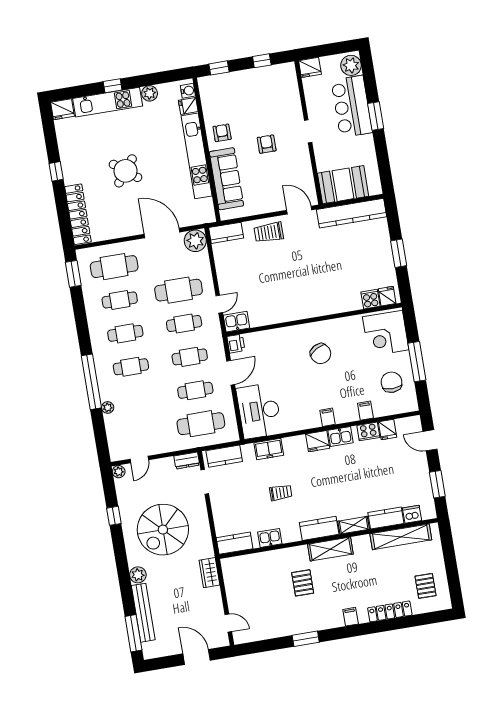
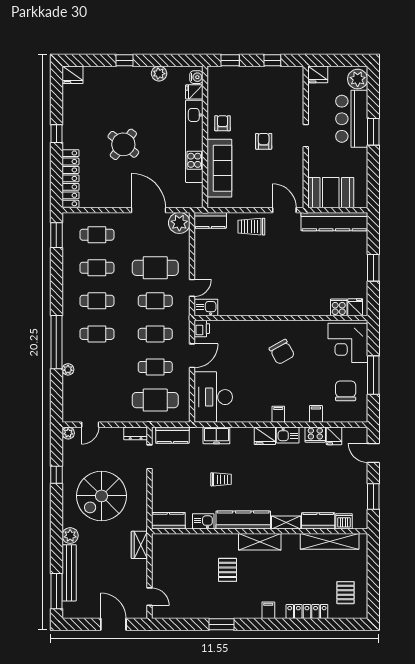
kitchen unit: (108, 102) -> (117, 75), removed
cafe table: (114, 267) -> (97, 235), width x0.73, depth x0.74
kitchen counter: (319, 528) -> (243, 520), width x1.50

